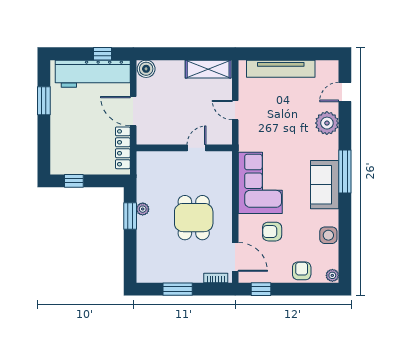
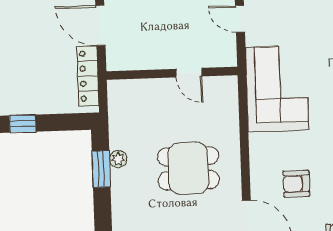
door: (197, 148) -> (189, 73), swing flipped
corner sofa: (260, 183) -> (277, 89), moved
dining table: (194, 218) -> (188, 168), turned 90

